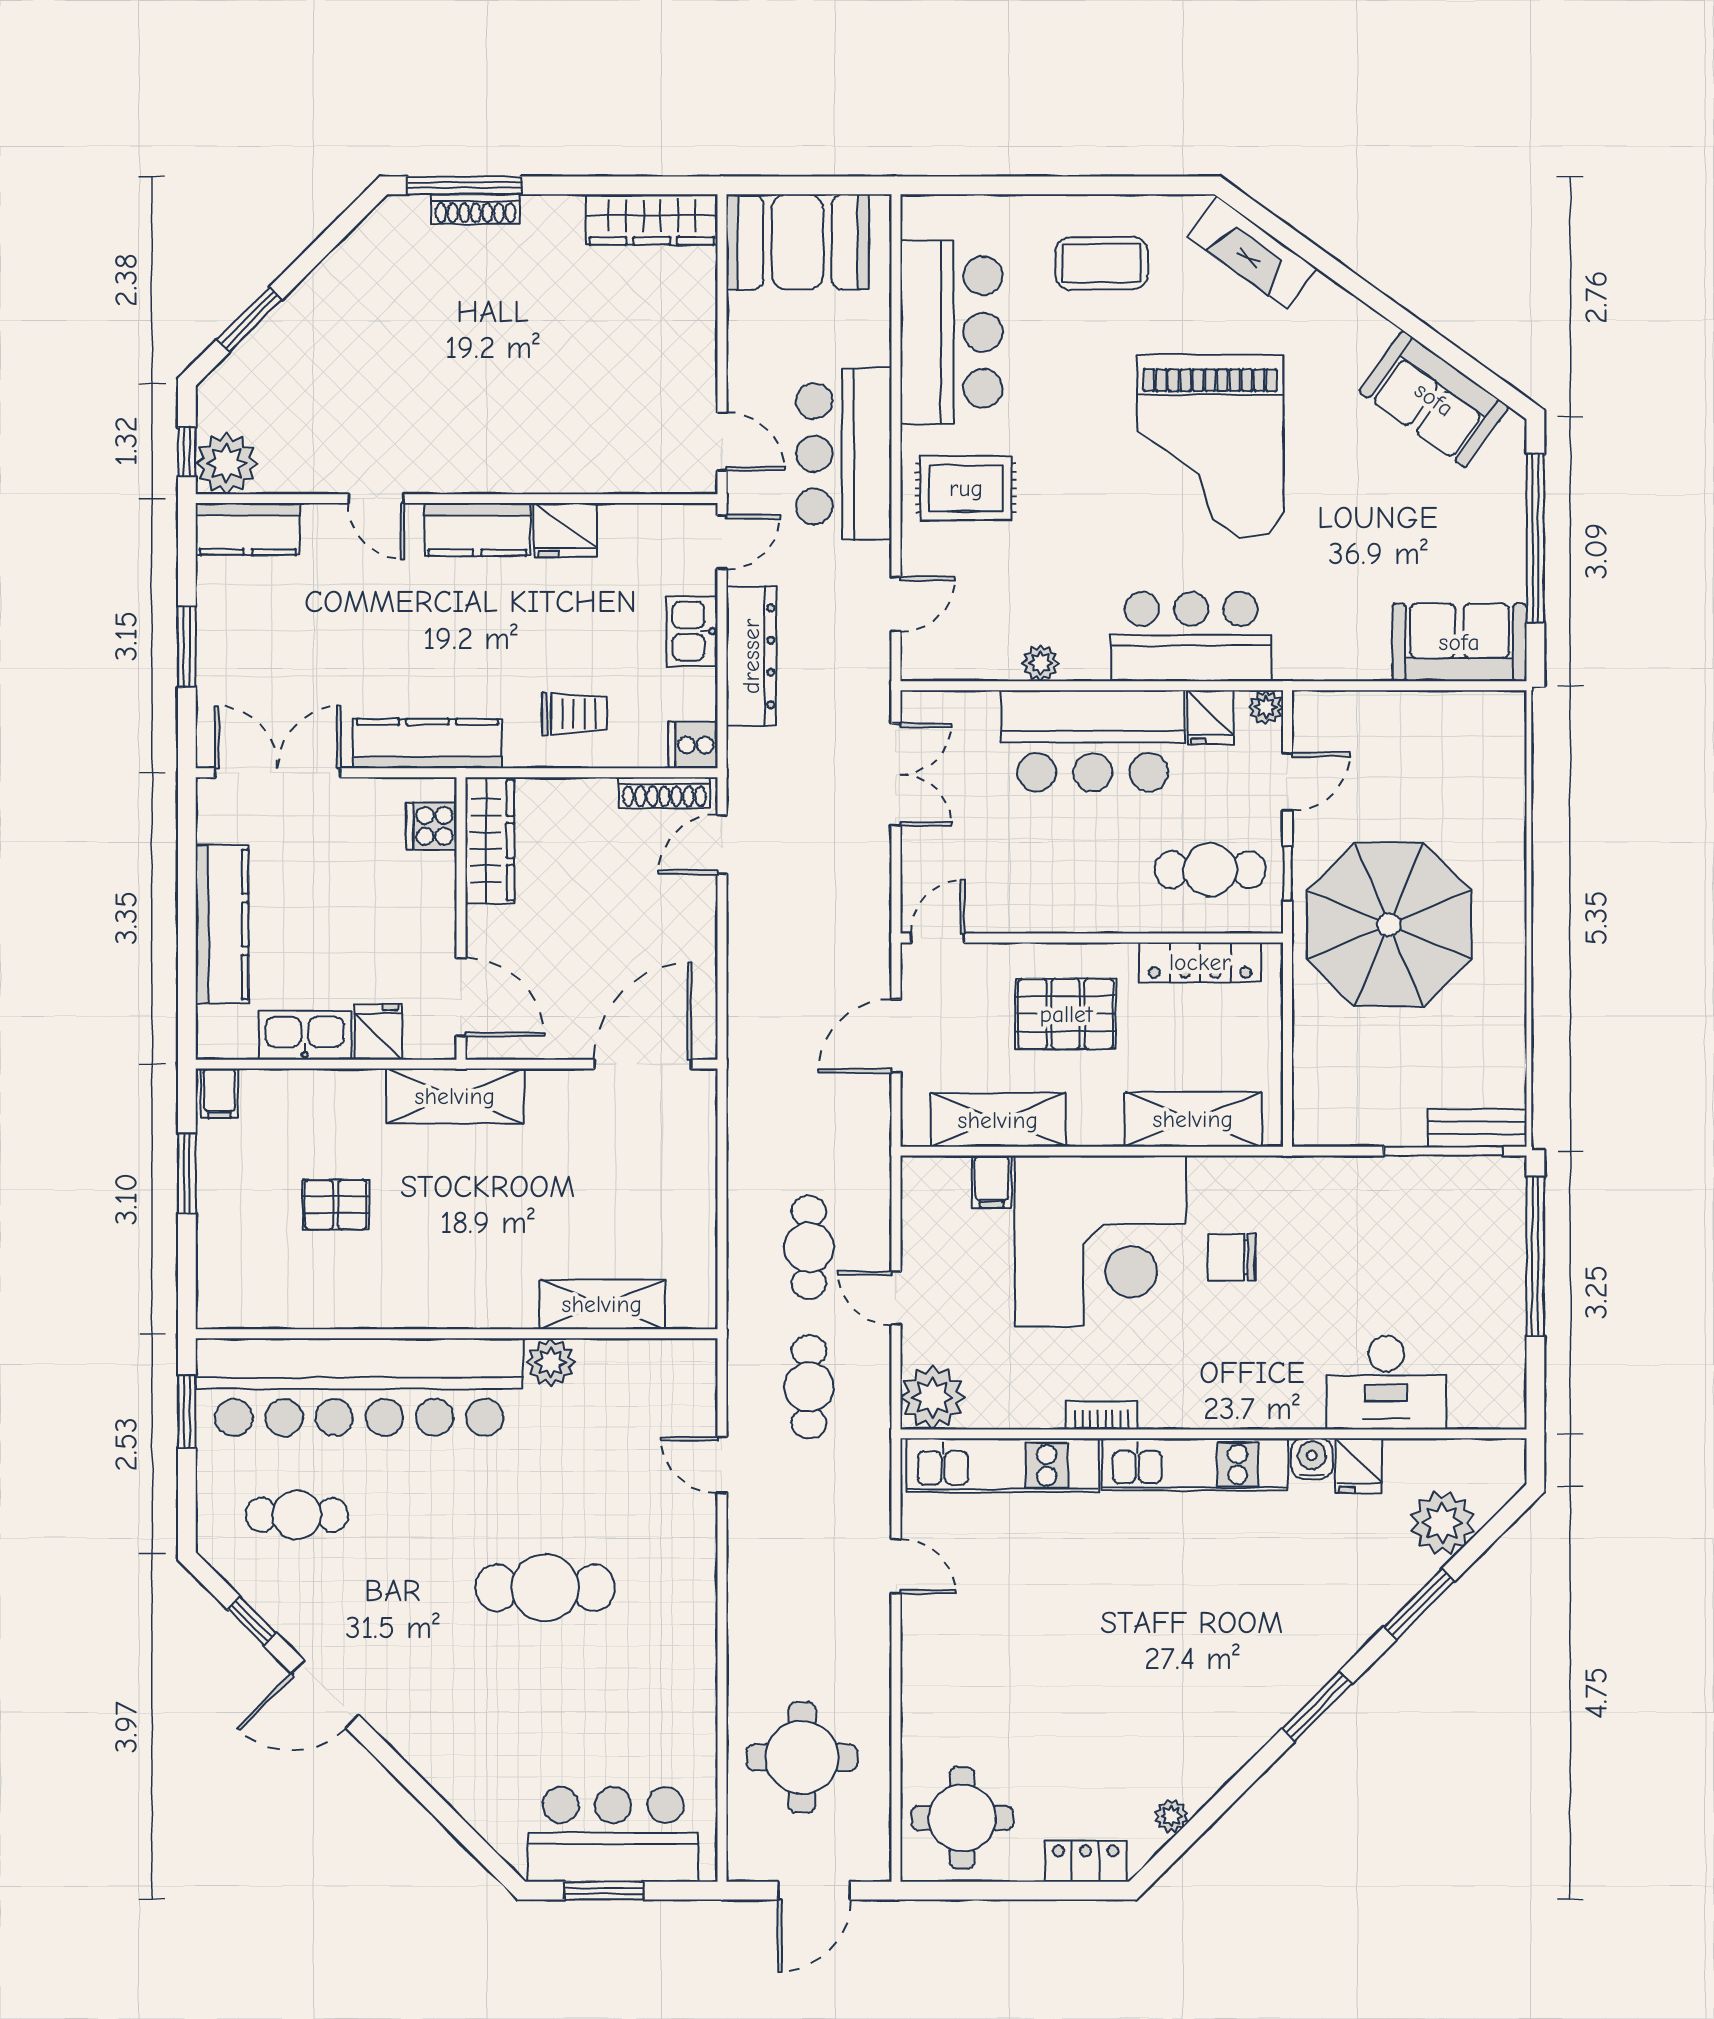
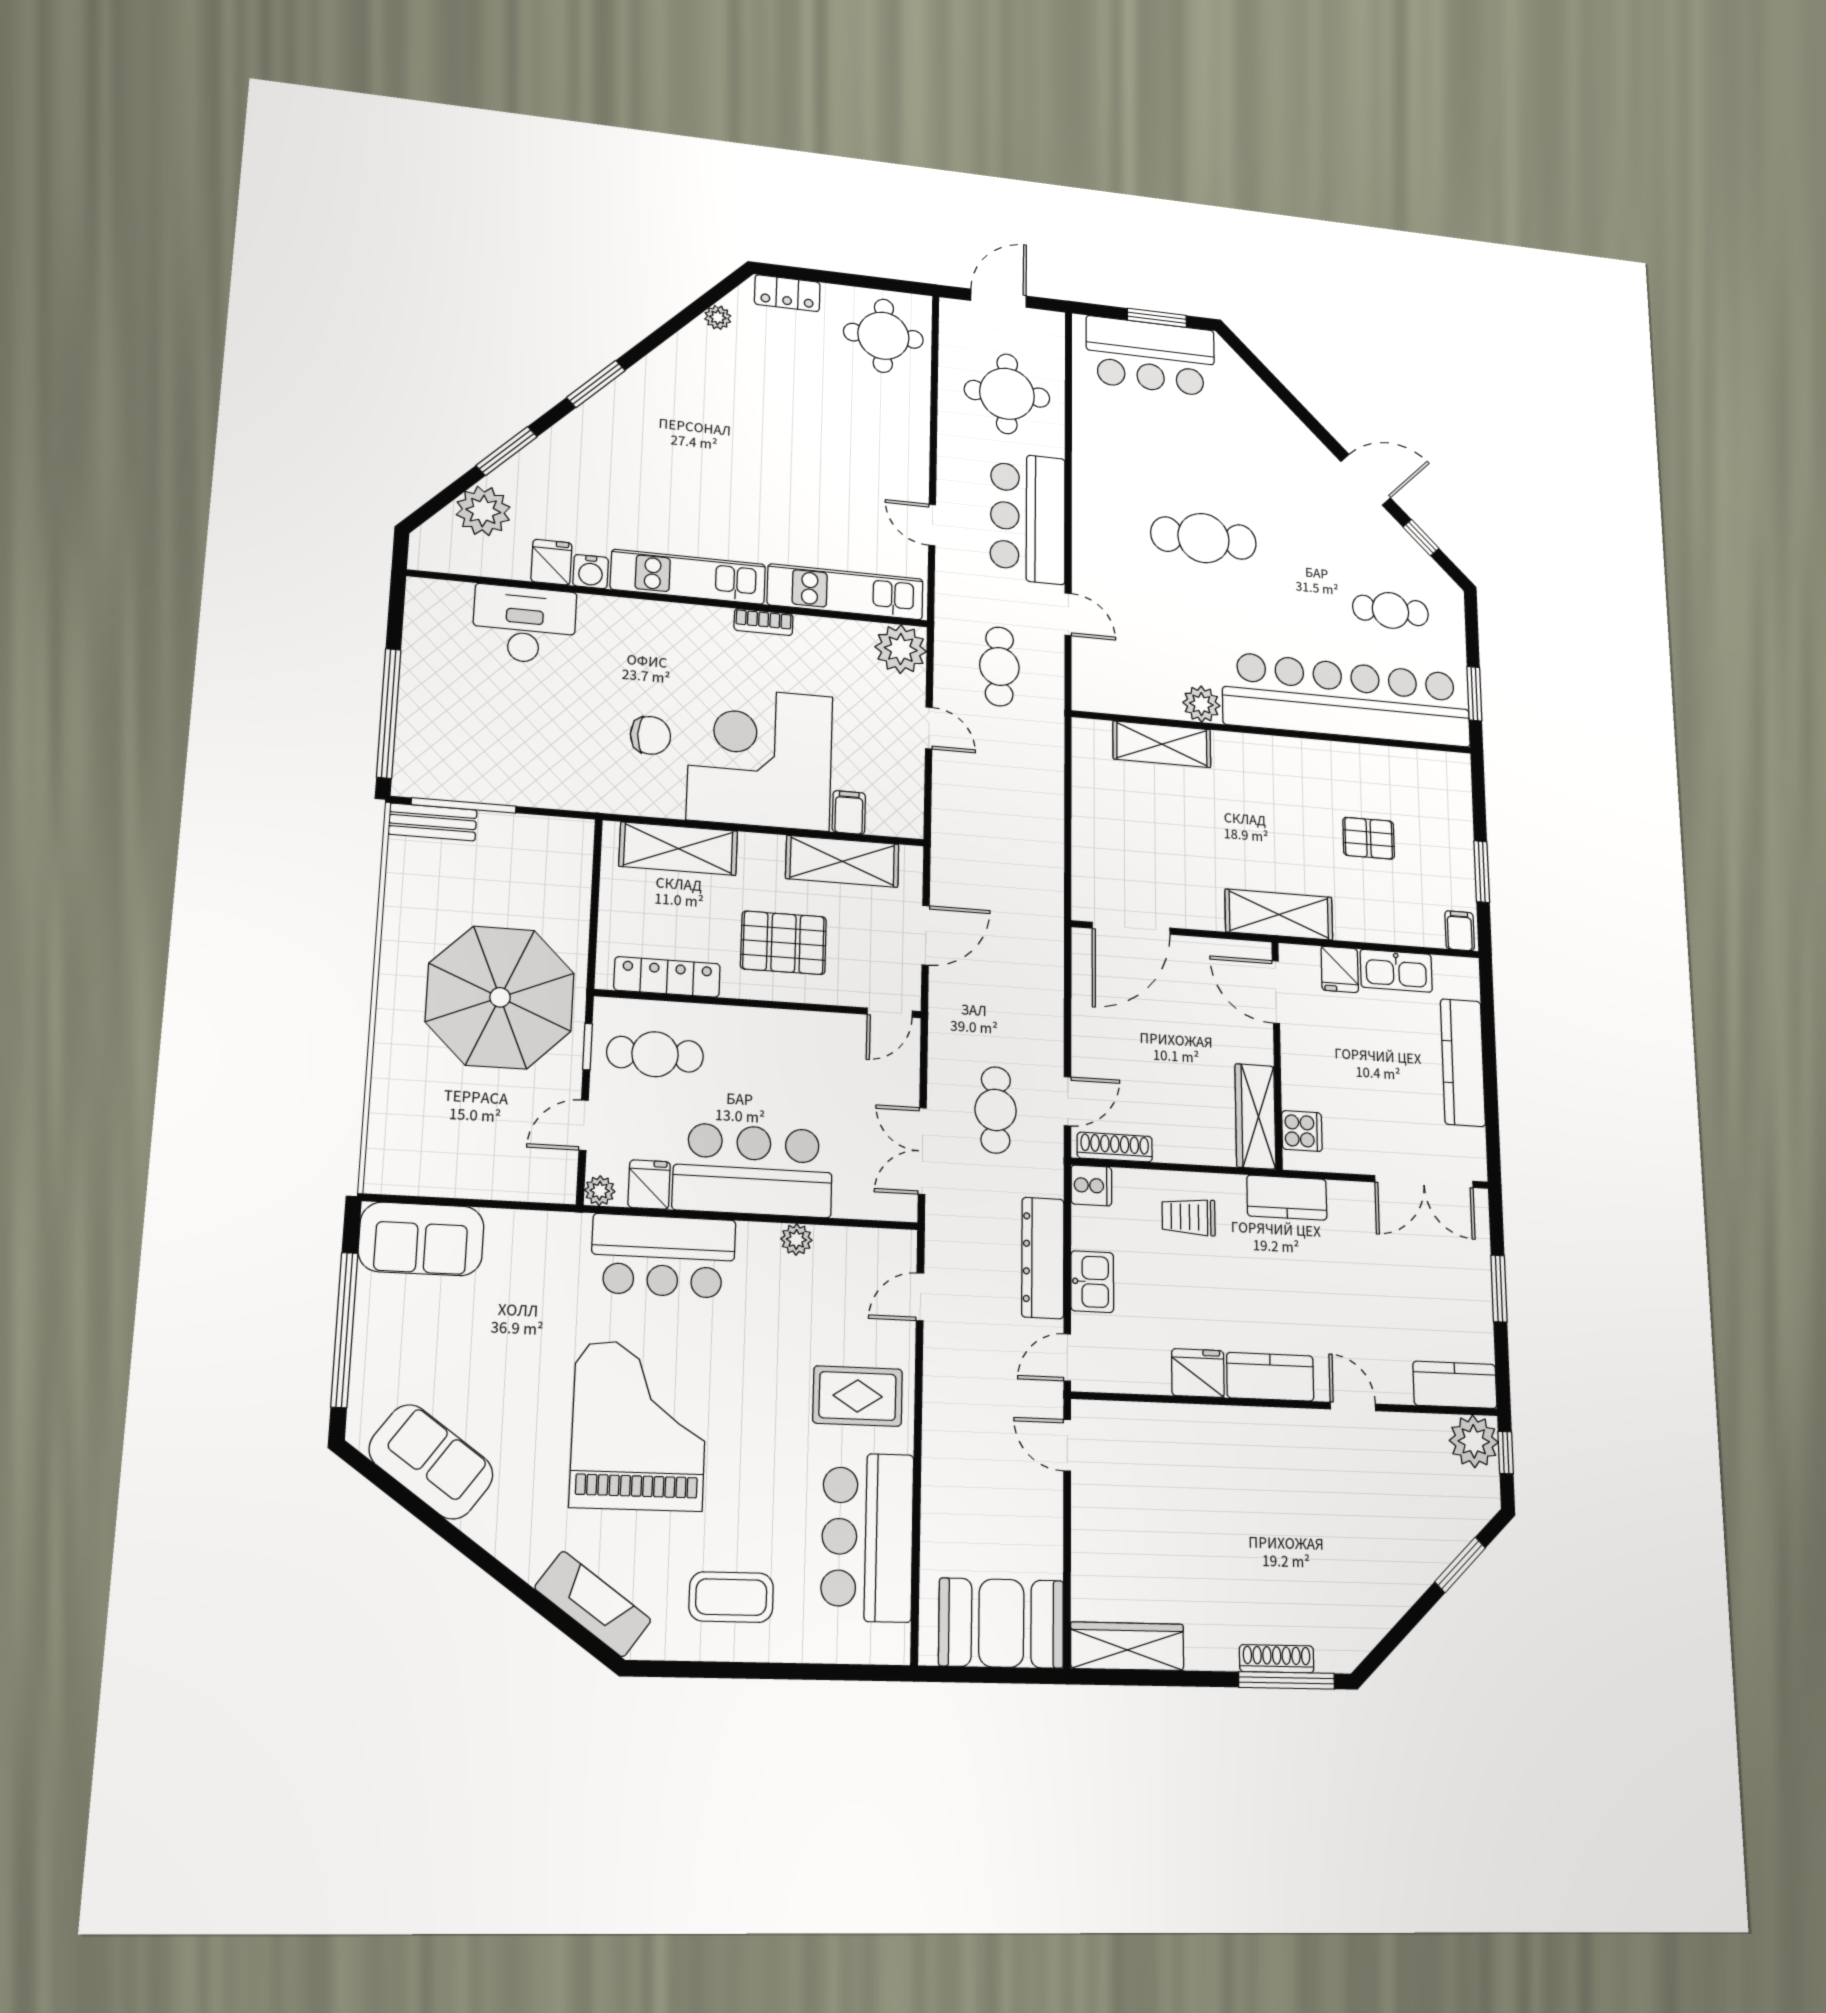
bar counter: (844, 454) -> (1028, 518), moved, turned 180
kitchen counter: (427, 744) -> (1287, 1198), width x0.67
cafe table: (809, 1247) -> (996, 1110), moved

